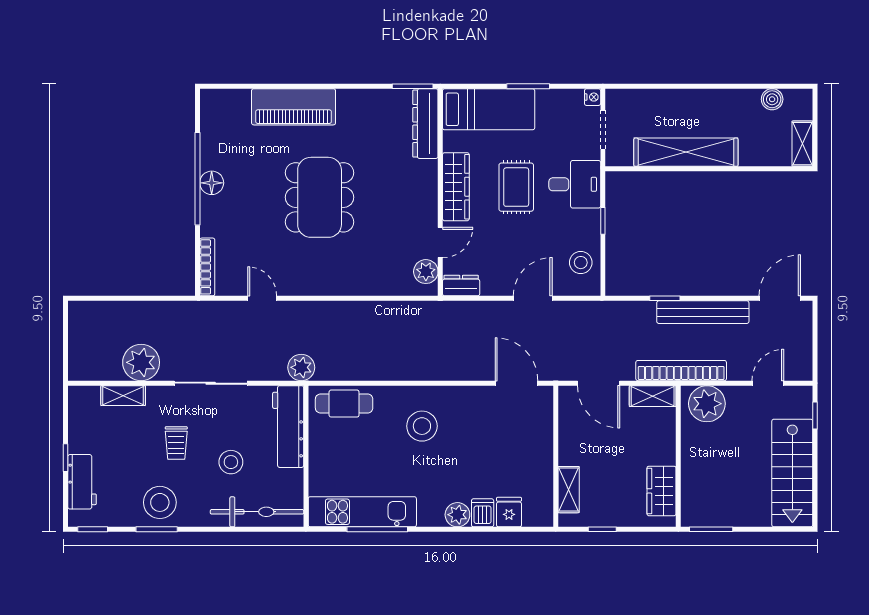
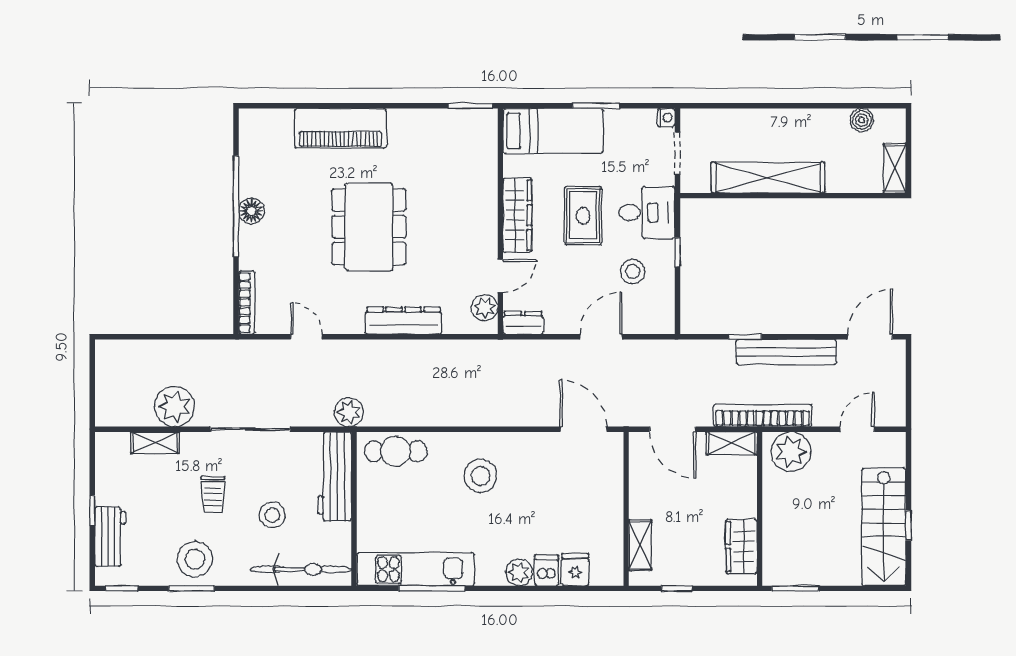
dresser: (425, 124) -> (403, 321), moved, turned 90
stool: (581, 263) -> (633, 272), moved
window: (815, 415) -> (909, 525), moved

